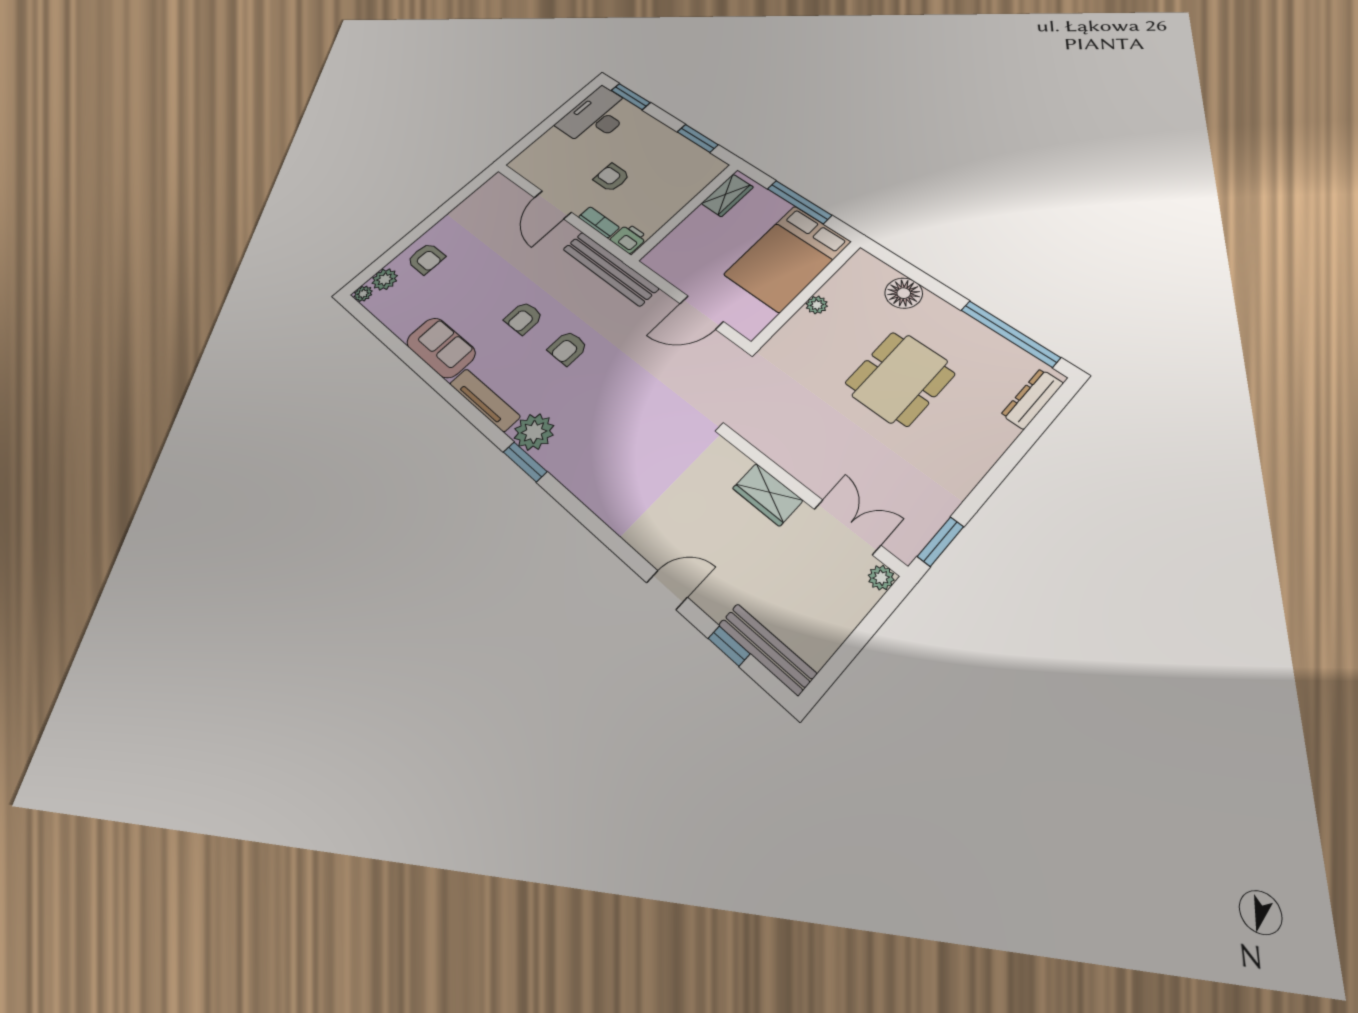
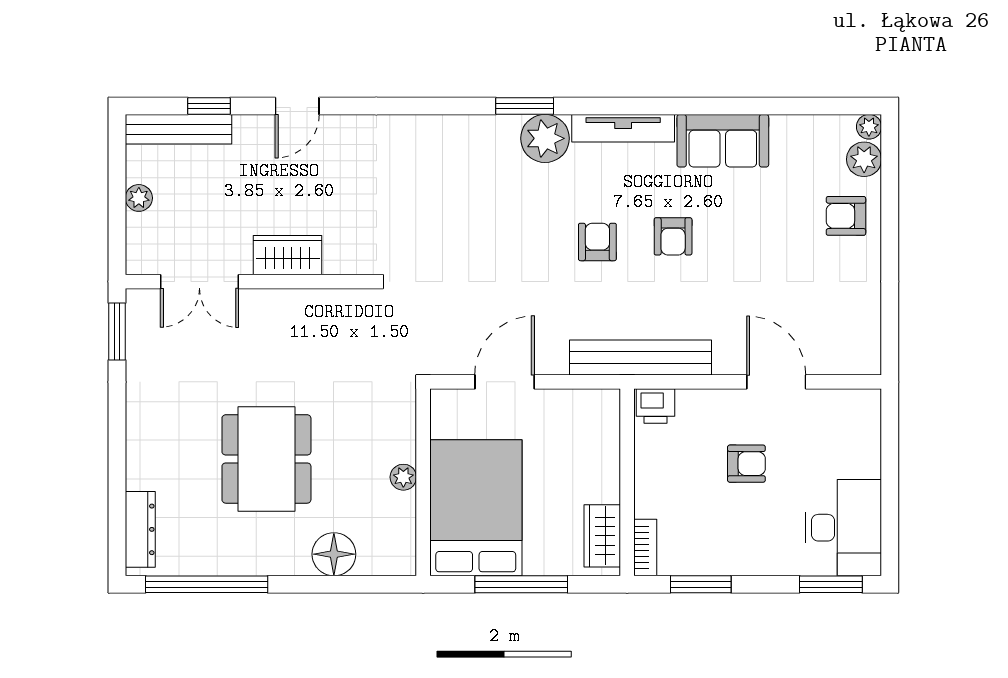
bookcase: (599, 222) -> (645, 548), moved, turned -90
armchair: (524, 318) -> (673, 236), turned 180
plant: (881, 578) -> (139, 198), moved

